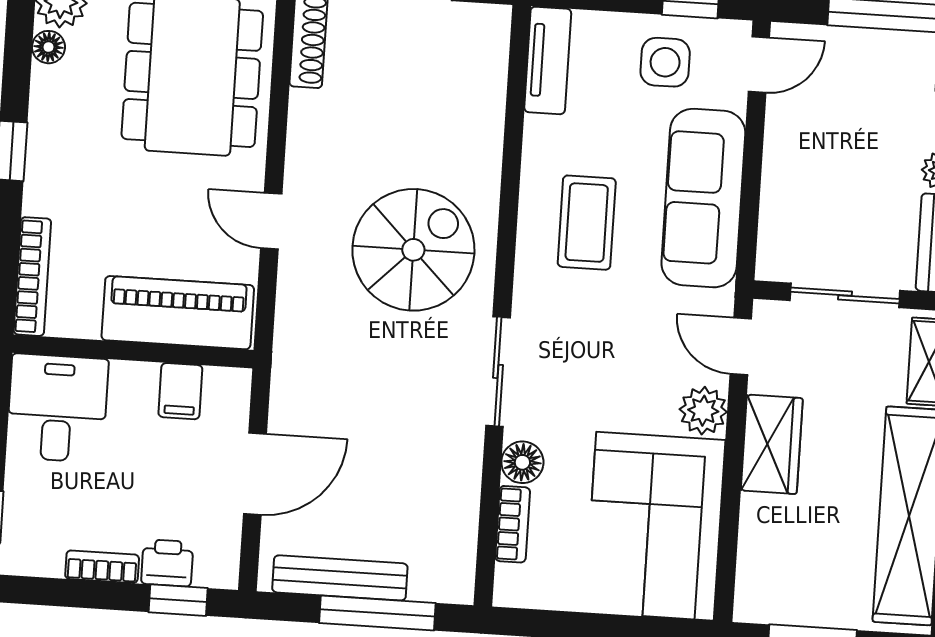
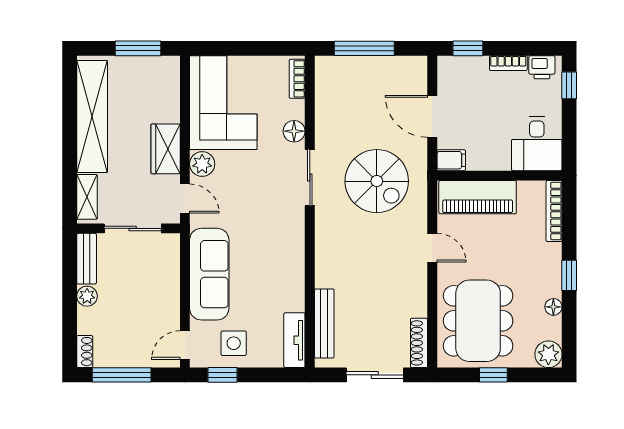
floor lamp: (48, 47) -> (553, 307), moved
coffee table: (587, 223) -> (269, 258), removed
spiral stairs: (413, 250) -> (377, 181), moved, turned -90
filing cabinet: (180, 391) -> (451, 160), moved, turned 90
door: (255, 474) -> (432, 116), hinge flipped
bookcase: (513, 524) -> (297, 79), moved
printer: (167, 563) -> (542, 67), moved
bench: (340, 578) -> (324, 323), moved, turned 90

